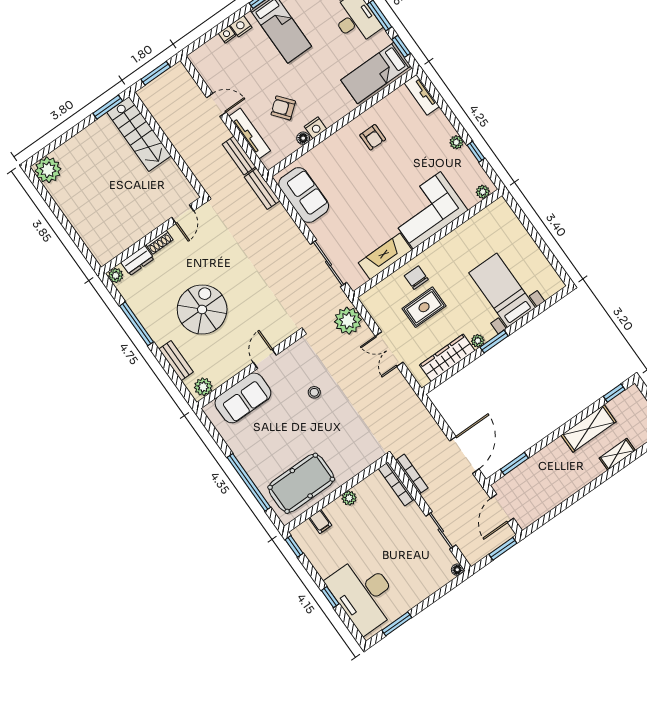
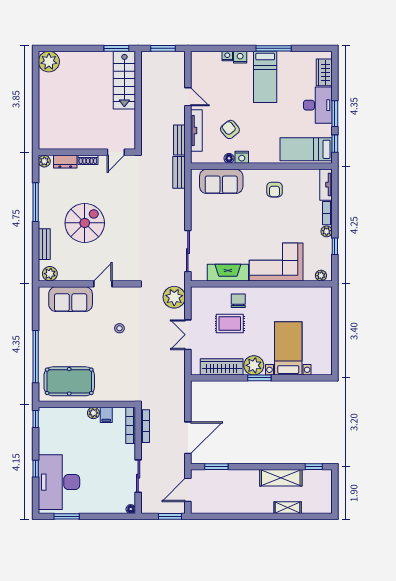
bookcase: (444, 123) -> (327, 213), added
sofa: (304, 195) -> (221, 181), moved, turned 90
plant: (478, 341) -> (254, 365), width x1.88, depth x1.88
filing cabinet: (320, 522) -> (106, 415), moved

